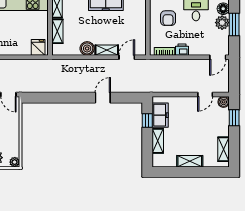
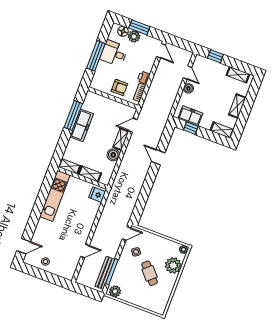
armchair: (168, 18) -> (119, 88), moved
door: (127, 57) -> (133, 125), hinge flipped
boiler: (224, 102) -> (188, 88), moved
shelving: (158, 141) -> (222, 130), moved

